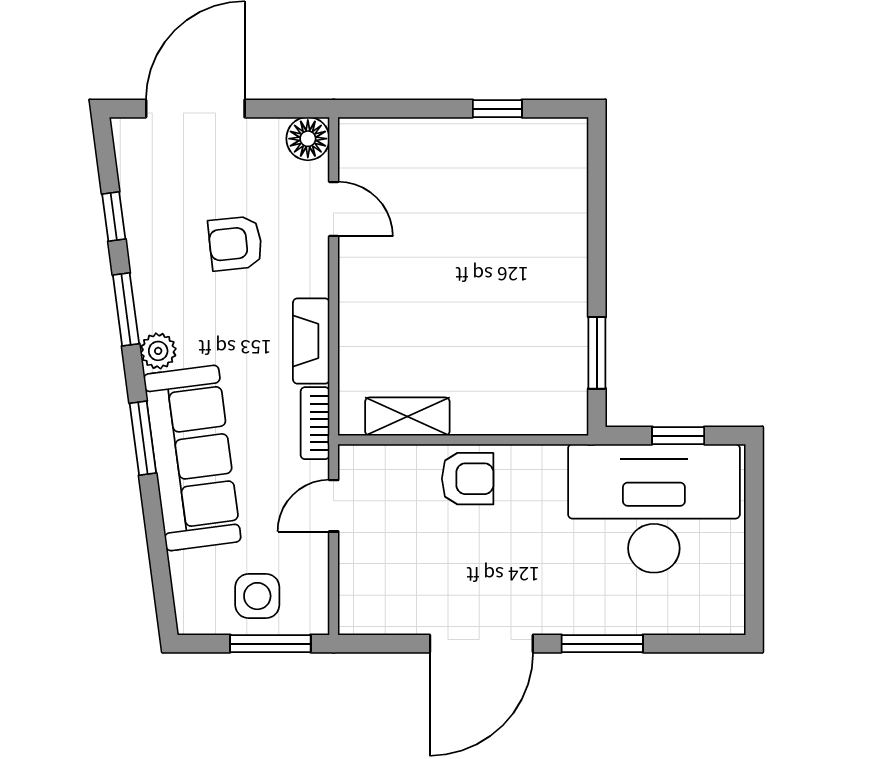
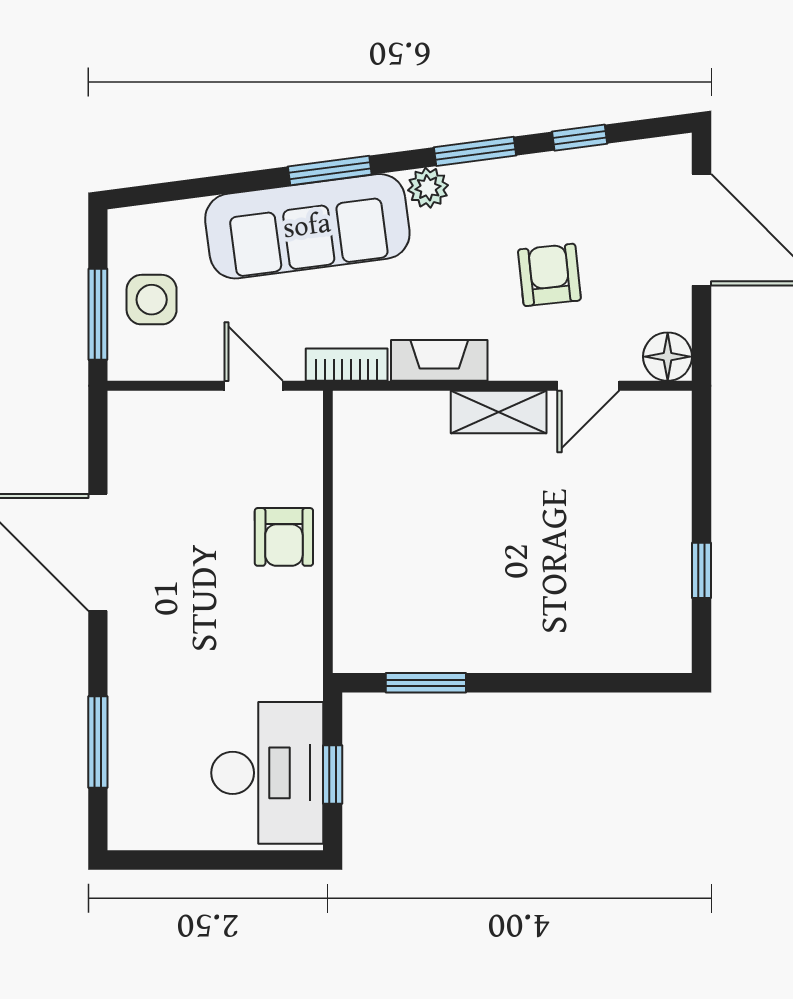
shelving: (407, 417) -> (499, 412), moved, turned 90
desk: (654, 508) -> (267, 773), width x0.73, depth x0.77
window: (602, 644) -> (98, 742), moved

